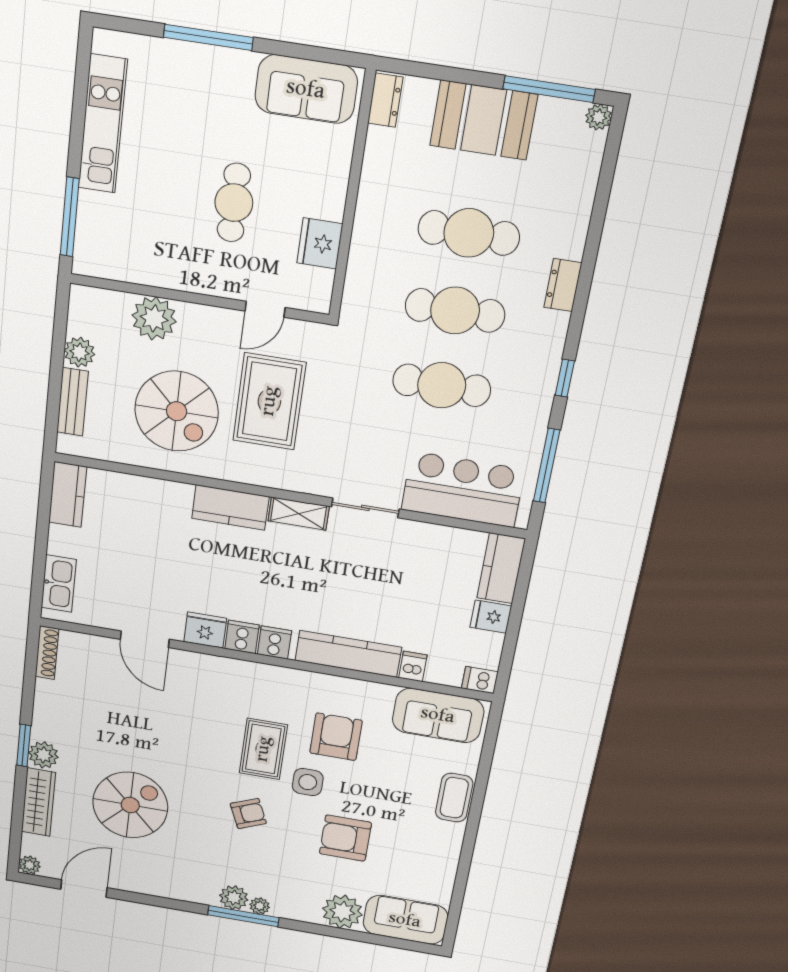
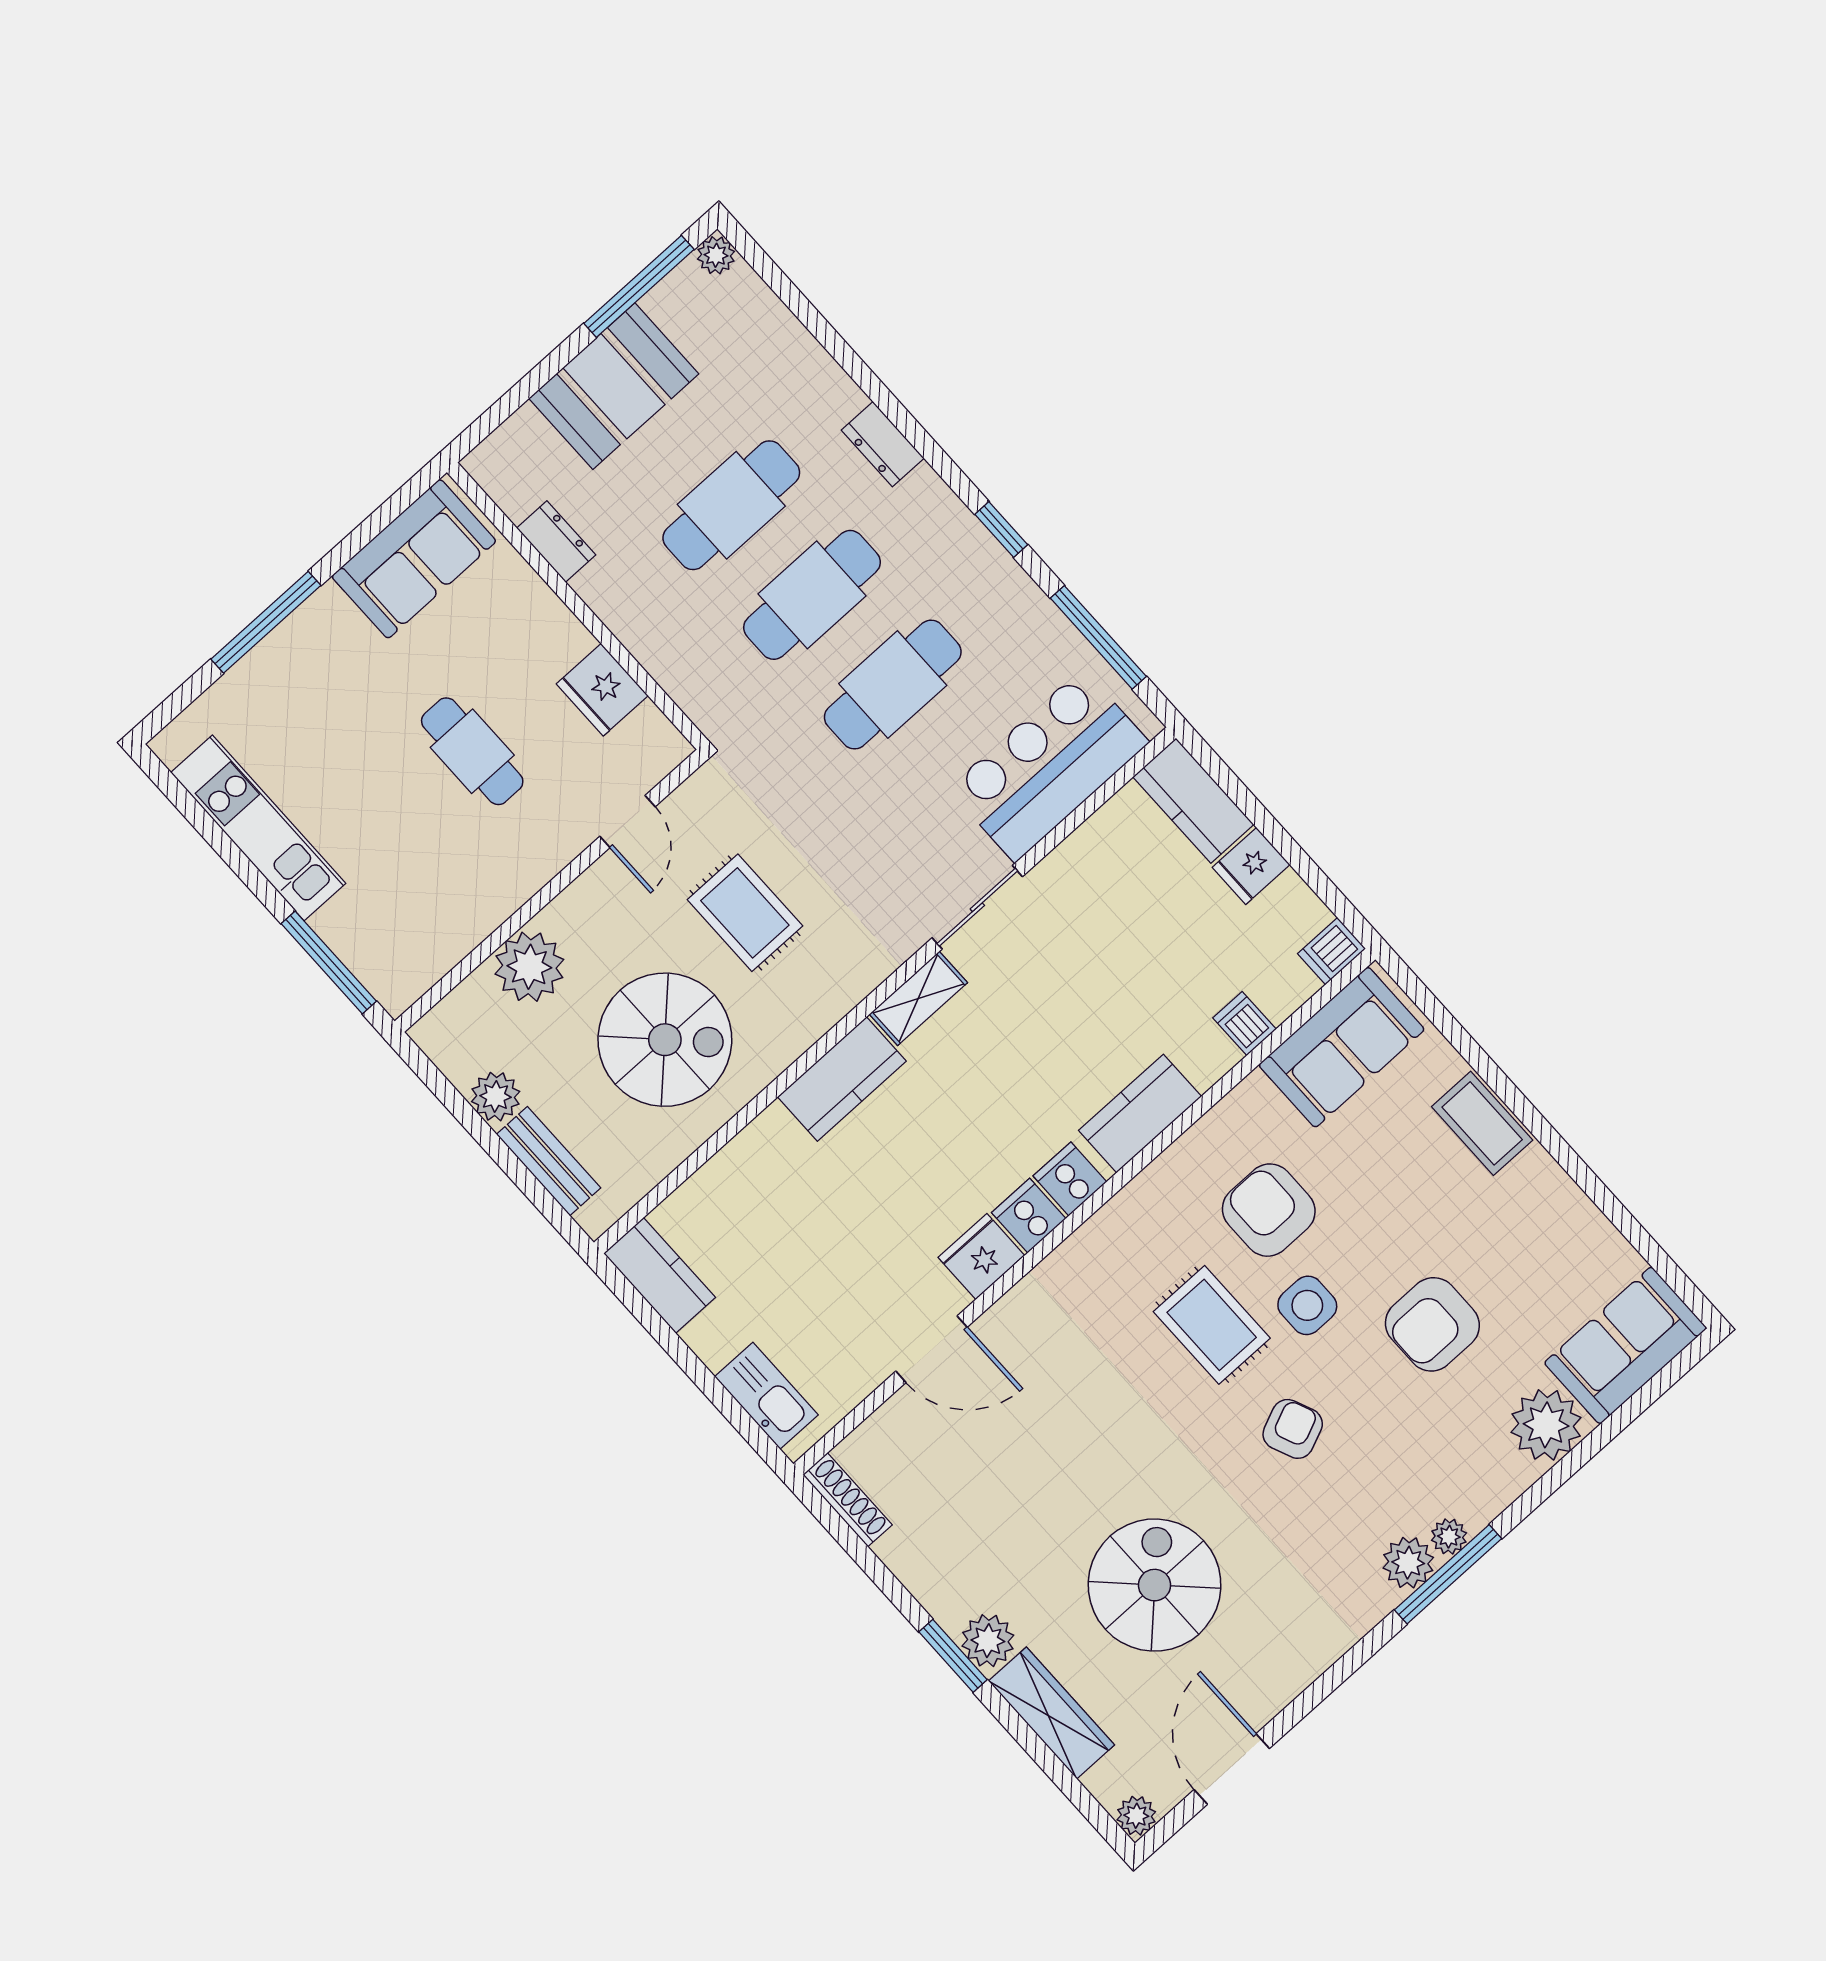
dresser: (385, 100) -> (556, 541), moved
rug: (269, 401) -> (745, 913), width x0.73, depth x0.70
kitchen counter: (348, 654) -> (1140, 1113), width x0.67

